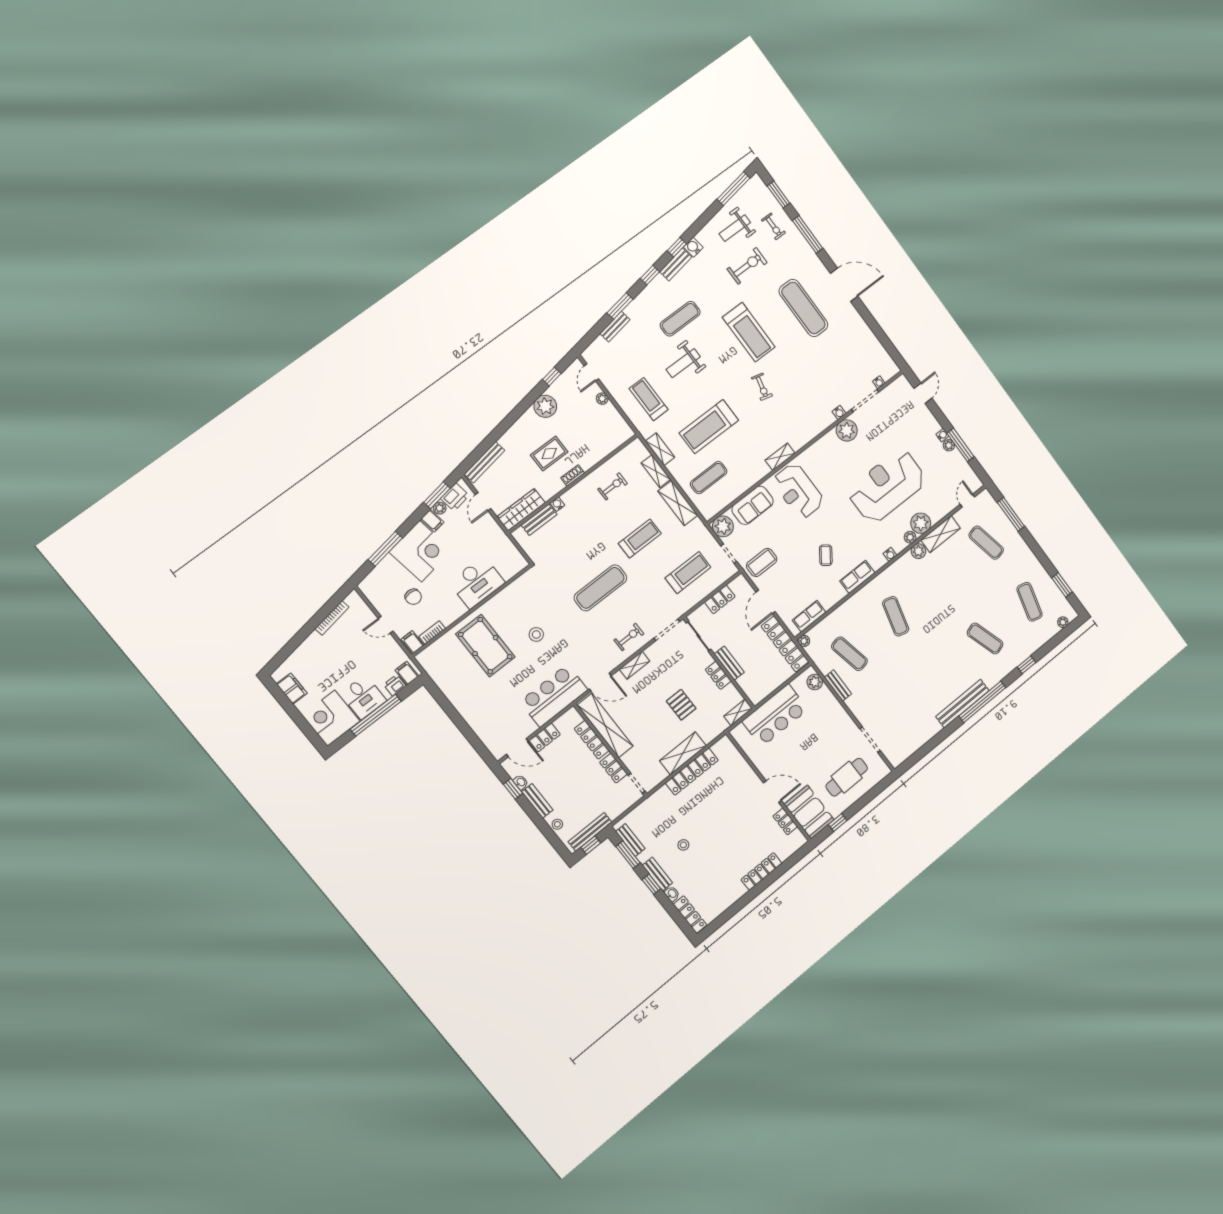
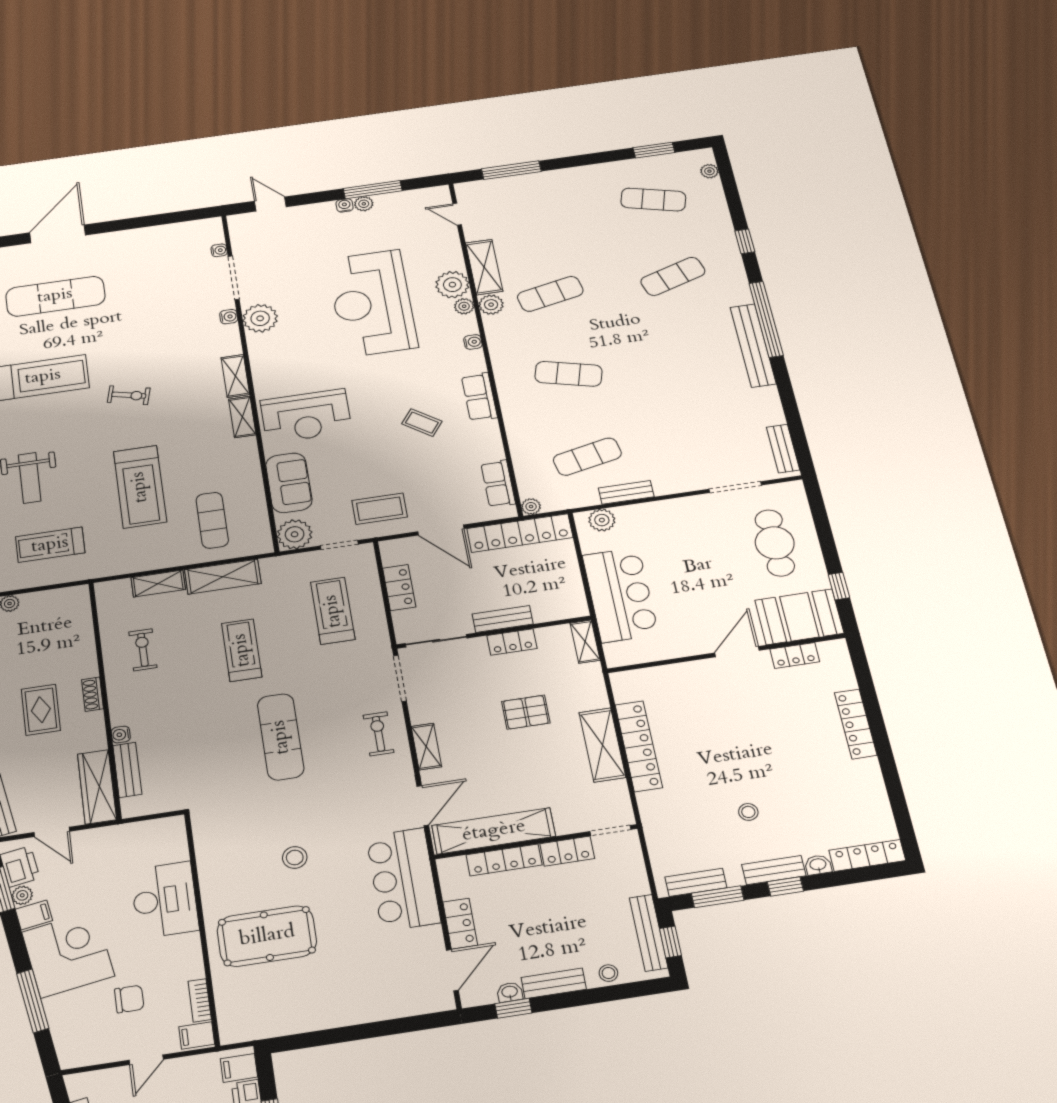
shelving: (660, 449) -> (235, 376), moved, turned 90
exercise mat: (986, 543) -> (550, 294), moved
coffee table: (762, 562) -> (380, 509), turned 90
bench: (906, 752) -> (783, 449), added

